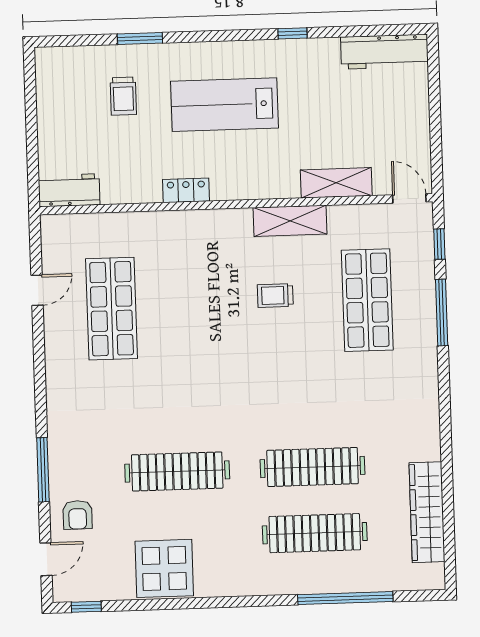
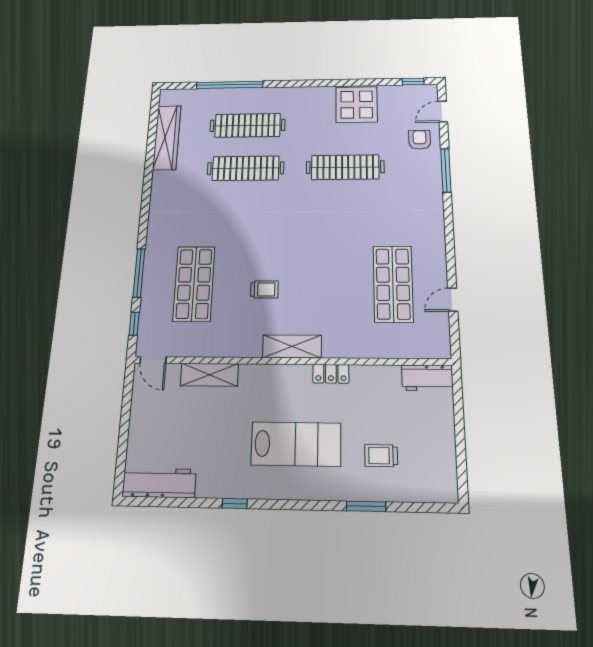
trolley: (123, 96) -> (381, 456), turned -90
shelving: (290, 221) -> (292, 346), moved

